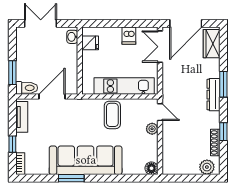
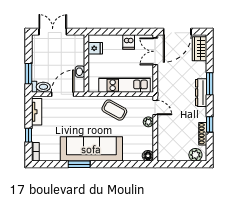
washbasin: (72, 37) -> (80, 72), moved
coffee table: (112, 115) -> (114, 110), turned -61

